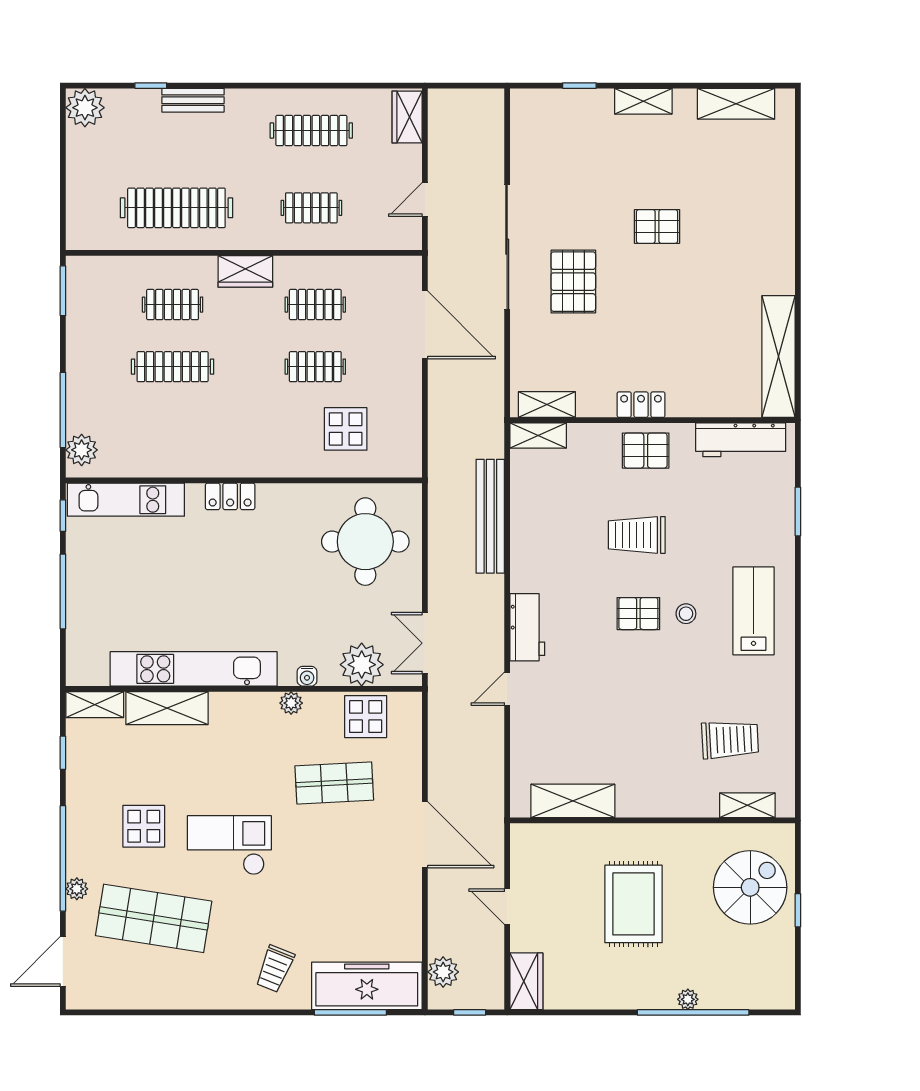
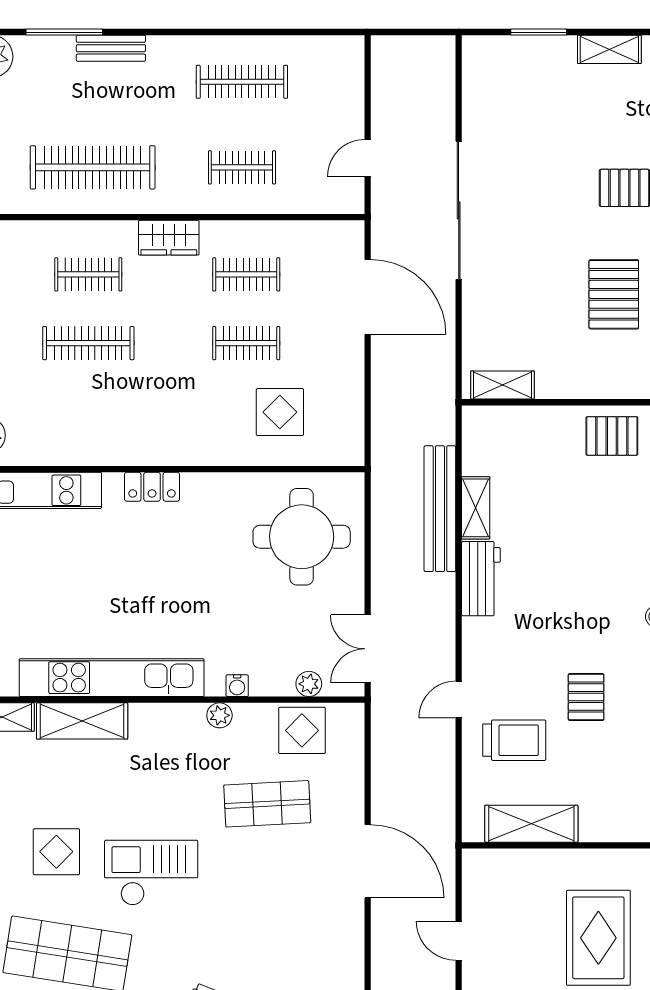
window: (151, 86) -> (64, 32), width x2.17
window: (579, 86) -> (539, 32), width x1.50
wardrobe: (407, 117) -> (348, 67), removed
pallet: (573, 282) -> (614, 294), moved
locker: (641, 405) -> (607, 385), removed
shelving: (538, 436) -> (476, 508), moved, turned 90
trolley: (637, 535) -> (514, 740), moved, turned 180
pallet: (638, 614) -> (586, 697), moved, turned 90
workbench: (527, 627) -> (481, 579), moved
plant: (362, 665) -> (309, 684), width x0.53, depth x0.53

